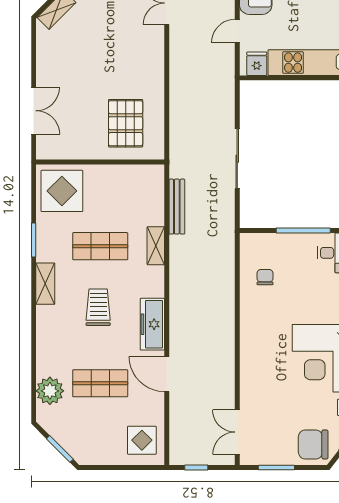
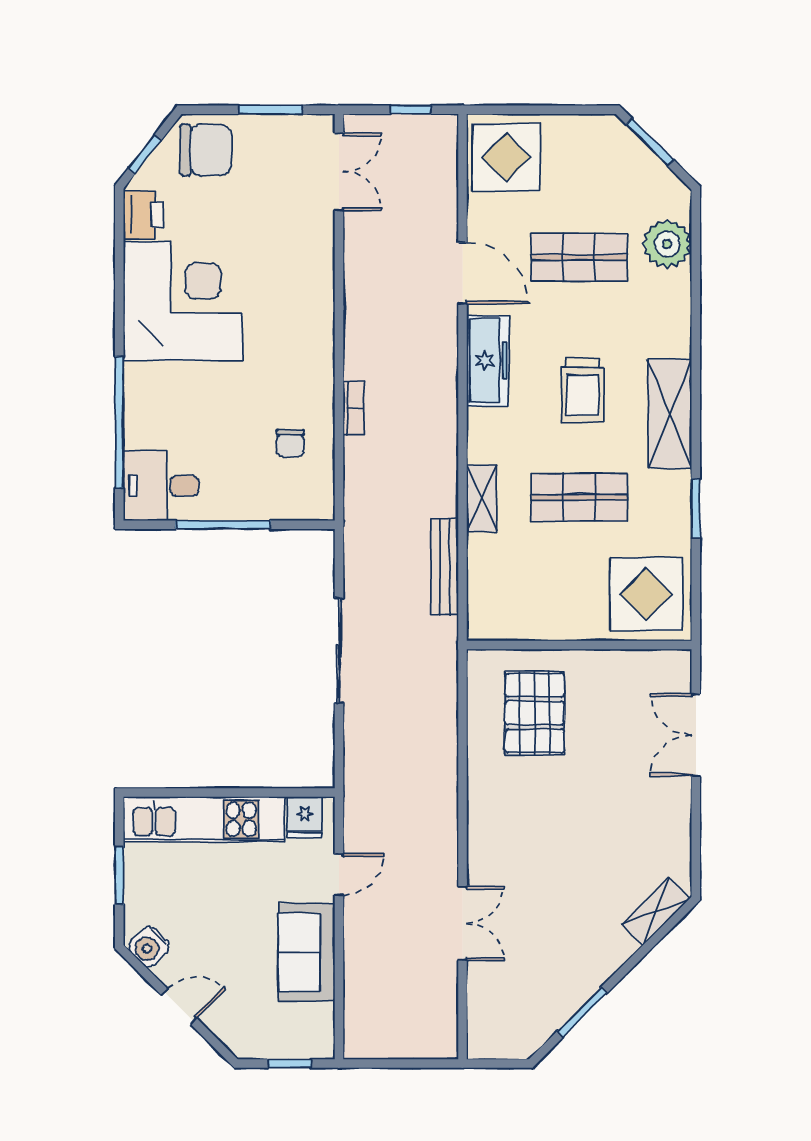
shelving: (45, 284) -> (670, 414), width x1.50, depth x1.33
bookcase: (229, 297) -> (354, 408), added
display table: (142, 440) -> (506, 157), width x1.36, depth x1.36

